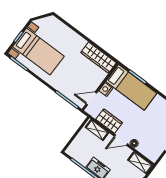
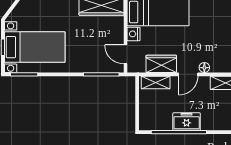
door: (91, 98) -> (125, 54), hinge flipped

